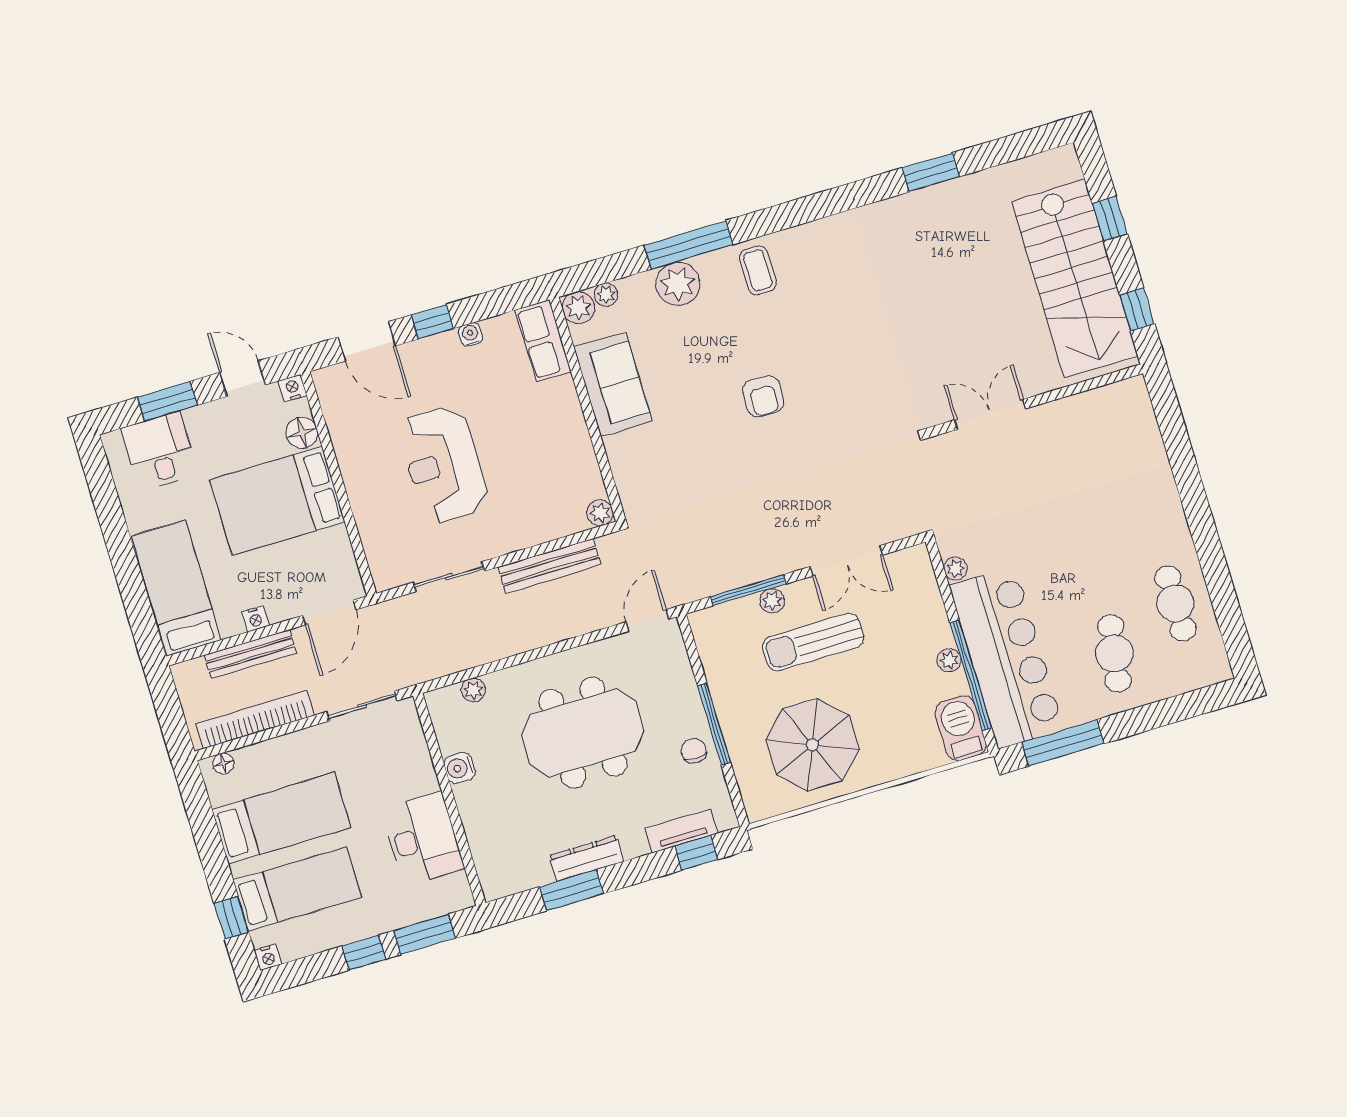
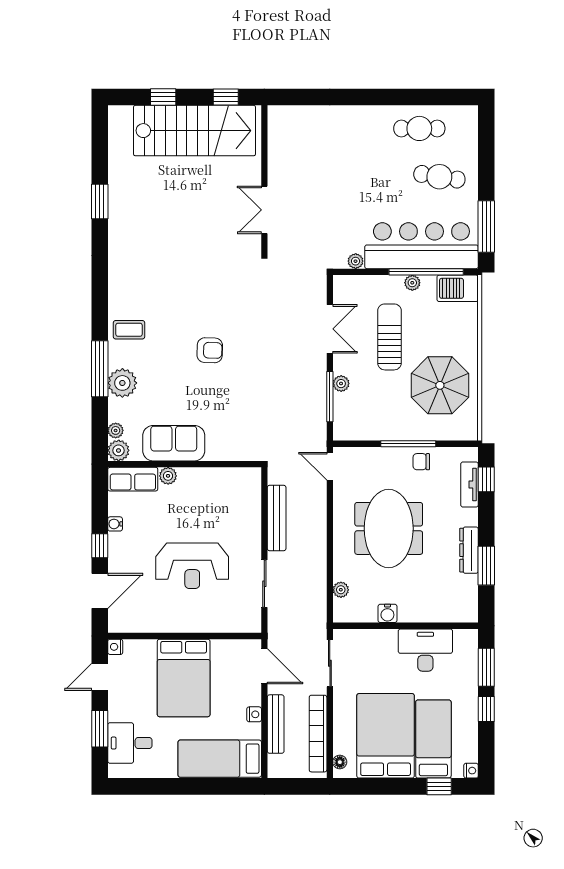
floor lamp: (302, 433) -> (145, 649), removed
plant: (600, 513) -> (168, 476), moved
sun lounger: (813, 642) -> (389, 337), moved, turned 180
bed: (281, 818) -> (386, 736), width x1.50

